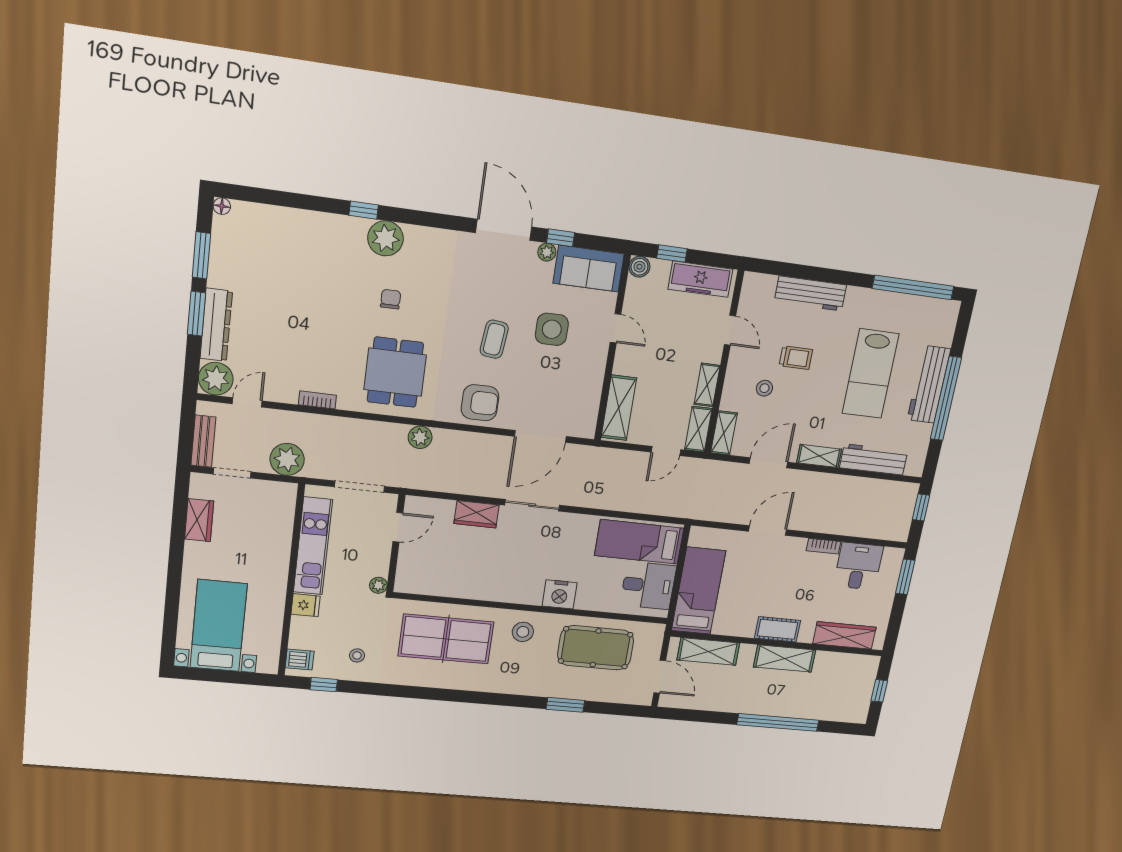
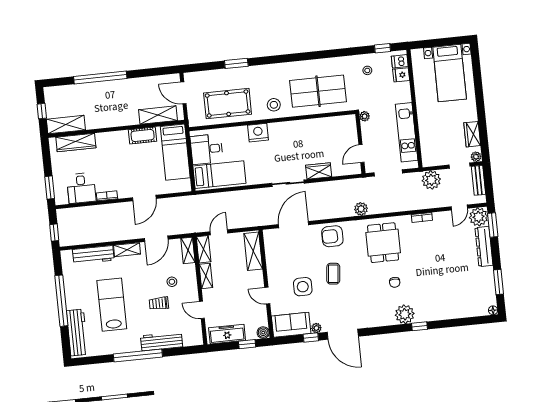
window: (913, 287) -> (138, 355), moved
window: (197, 314) -> (493, 225), moved
workbench: (929, 384) -> (77, 333), moved
plant: (200, 482) -> (476, 157), added
fridge: (306, 605) -> (401, 75), moved
cot: (778, 629) -> (143, 135), moved
shelving: (785, 659) -> (66, 125), moved

